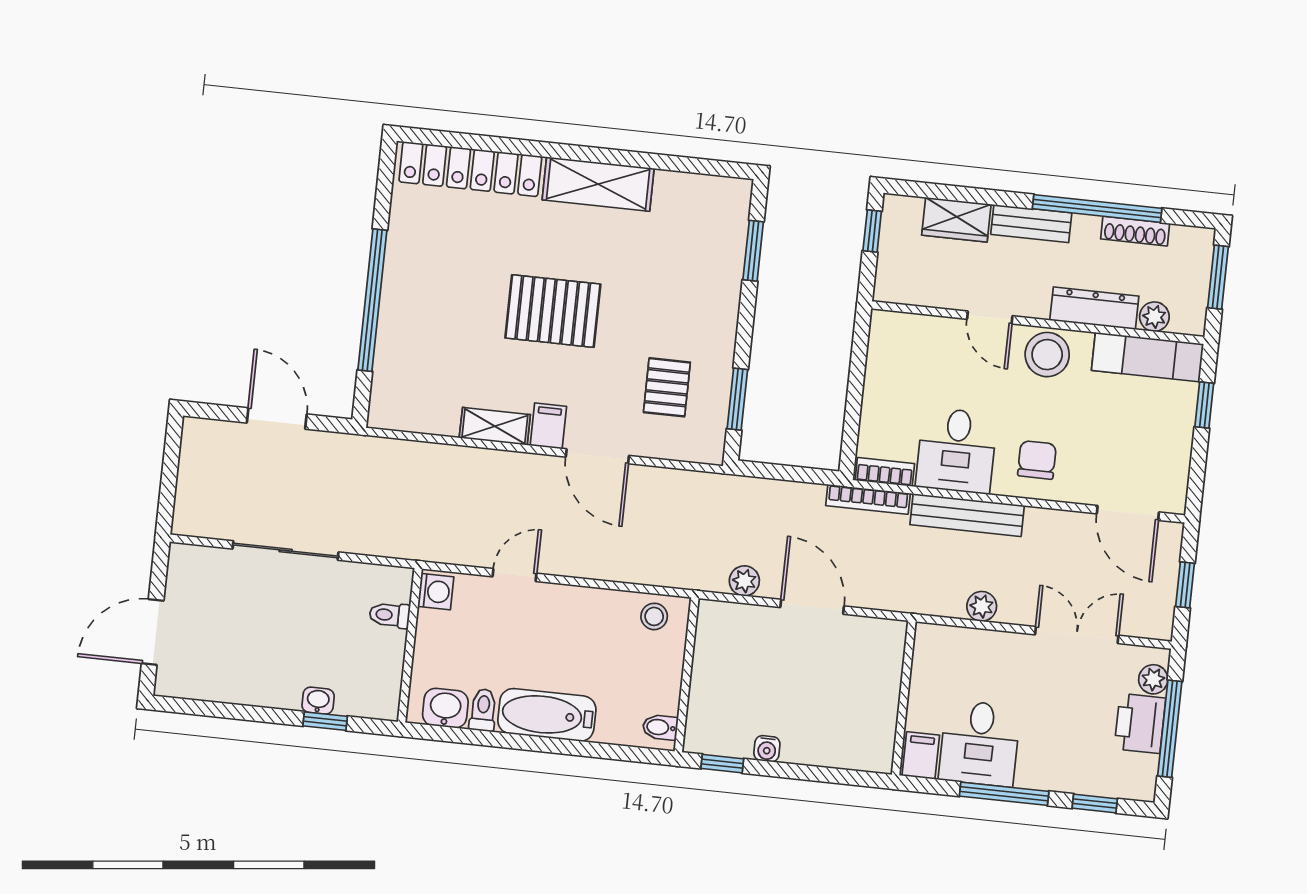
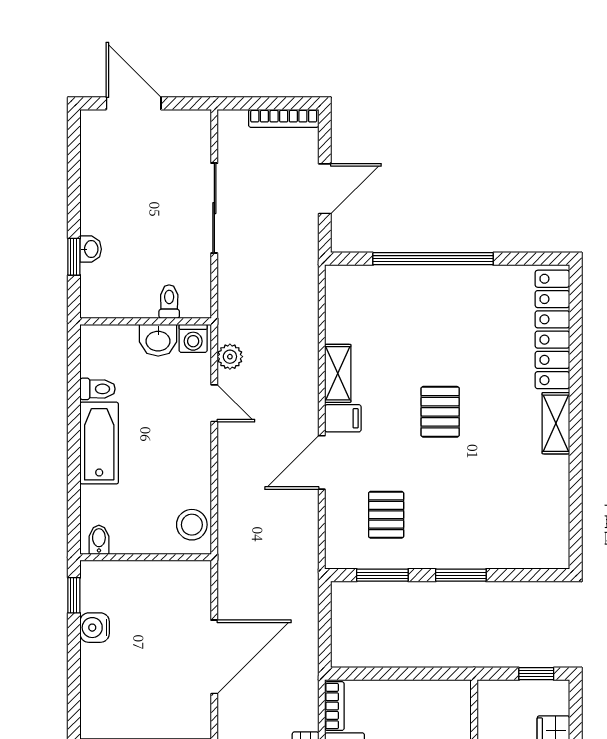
shelving: (598, 184) -> (556, 423), width x0.67, depth x0.75
window: (753, 251) -> (461, 575), moved
pallet: (553, 311) -> (440, 412), width x0.67, depth x0.71
pallet: (667, 387) -> (386, 515), turned 90
bookcase: (868, 499) -> (284, 118), moved, turned -90
plant: (744, 581) -> (230, 357), moved
door: (812, 607) -> (214, 657), width x1.36
stool: (654, 616) -> (192, 525), width x1.37, depth x1.37
washbasin: (445, 708) -> (158, 340), moved, turned 90
water cooler: (767, 749) -> (95, 628), width x1.38, depth x1.38

